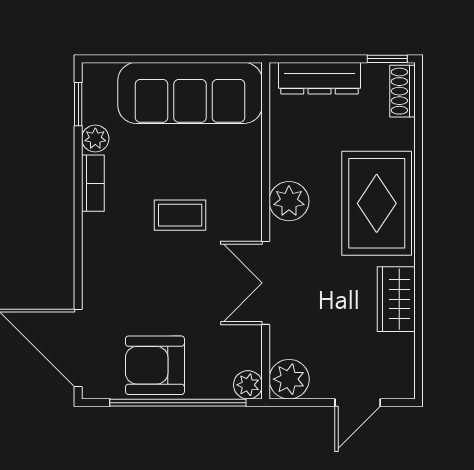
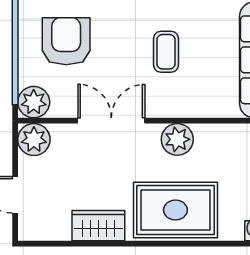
armchair: (155, 365) -> (66, 41), moved
plant: (248, 385) -> (34, 102), width x1.38, depth x1.38

